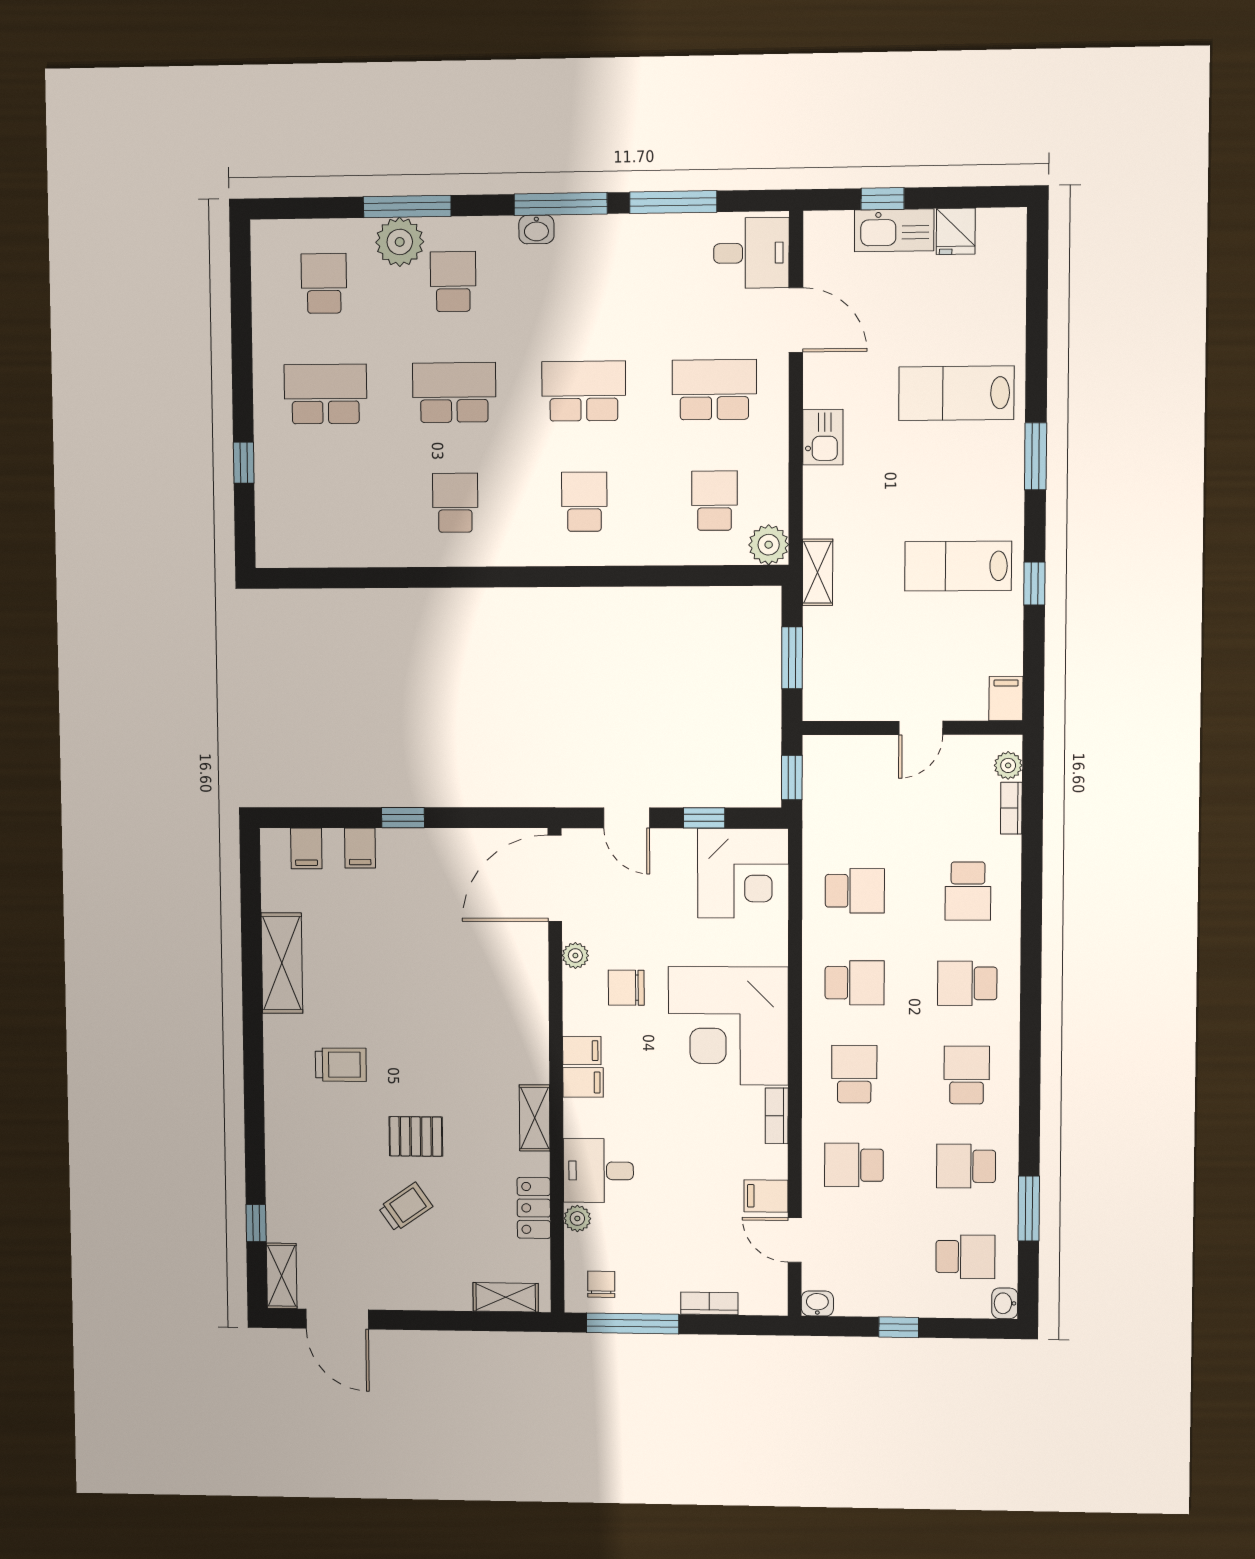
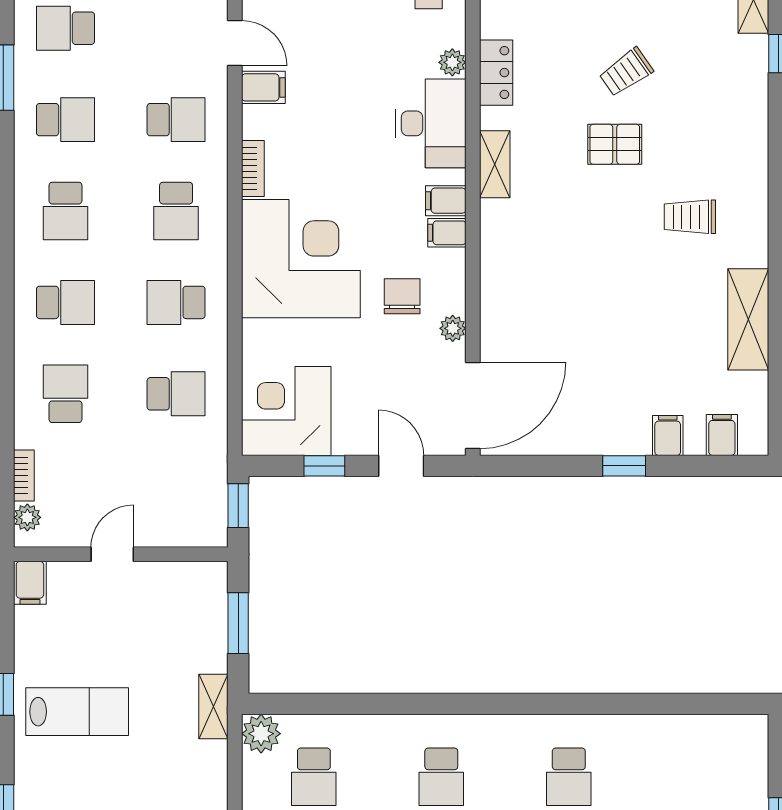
school desk: (855, 891) -> (176, 394), turned 180
chair: (626, 988) -> (402, 296), turned -90
desk: (598, 1171) -> (431, 123), width x1.37

